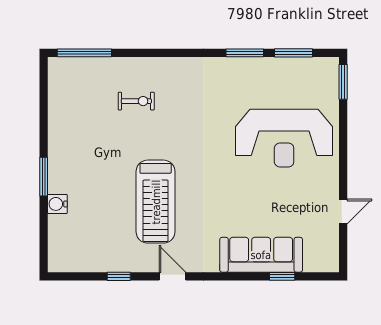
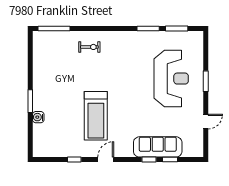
window: (343, 82) -> (206, 81), moved
exercise bike: (136, 101) -> (89, 47), moved
reception desk: (284, 138) -> (171, 79), turned -90
door: (172, 276) -> (106, 160), hinge flipped
window: (246, 276) -> (149, 160), added

